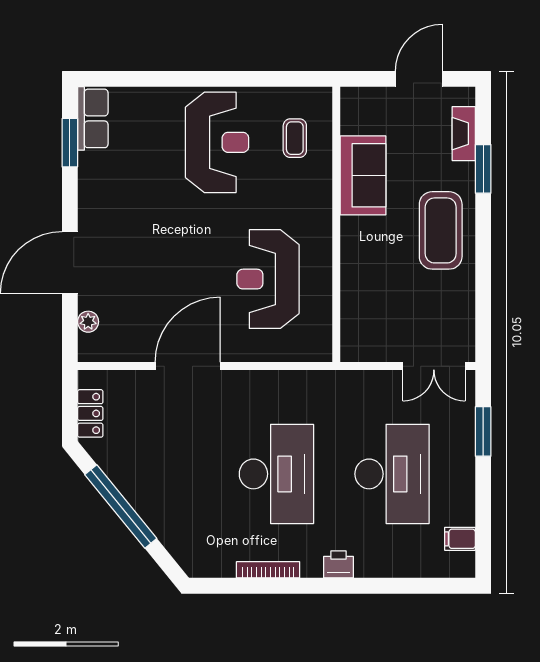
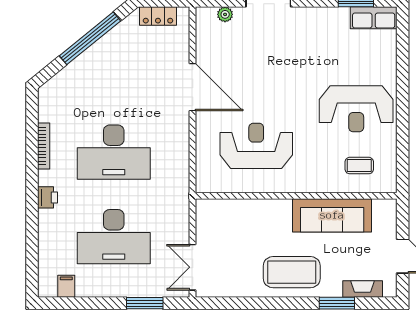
sofa: (363, 175) -> (332, 215), width x1.36

